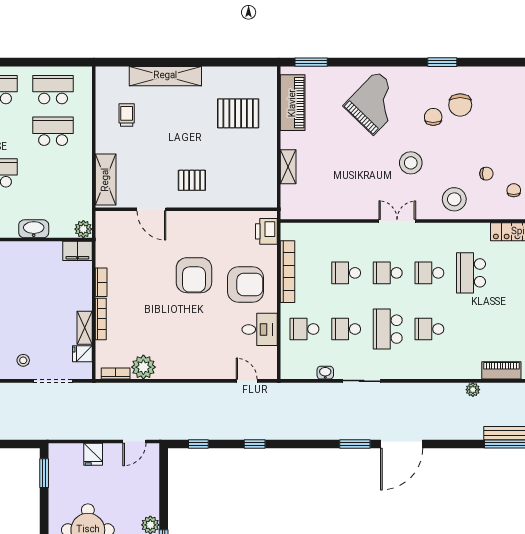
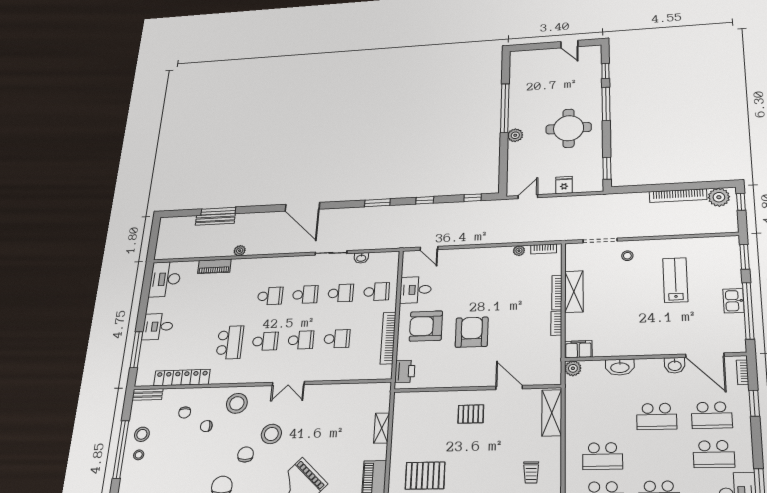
chair: (433, 117) -> (246, 454), moved, turned 180
shelving: (85, 328) -> (574, 292), width x1.50, depth x1.33
school desk: (388, 329) -> (305, 295), width x0.54
fridge: (82, 354) -> (574, 263), removed
plant: (143, 367) -> (519, 251), width x0.53, depth x0.53
window: (355, 444) -> (377, 203), moved
door: (402, 444) -> (302, 207), swing flipped

